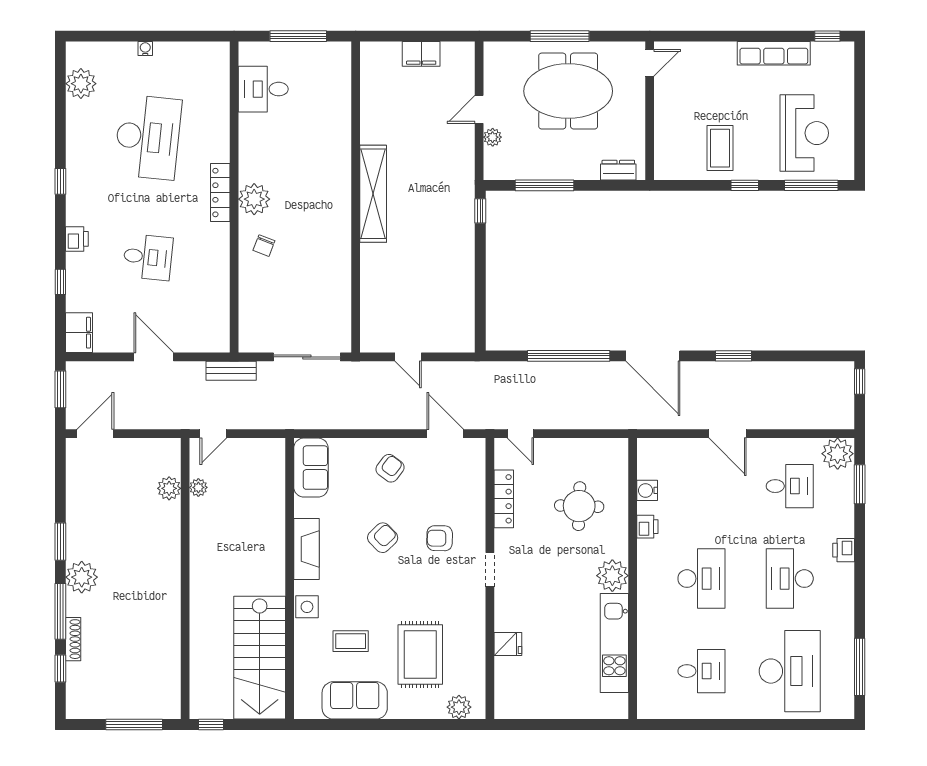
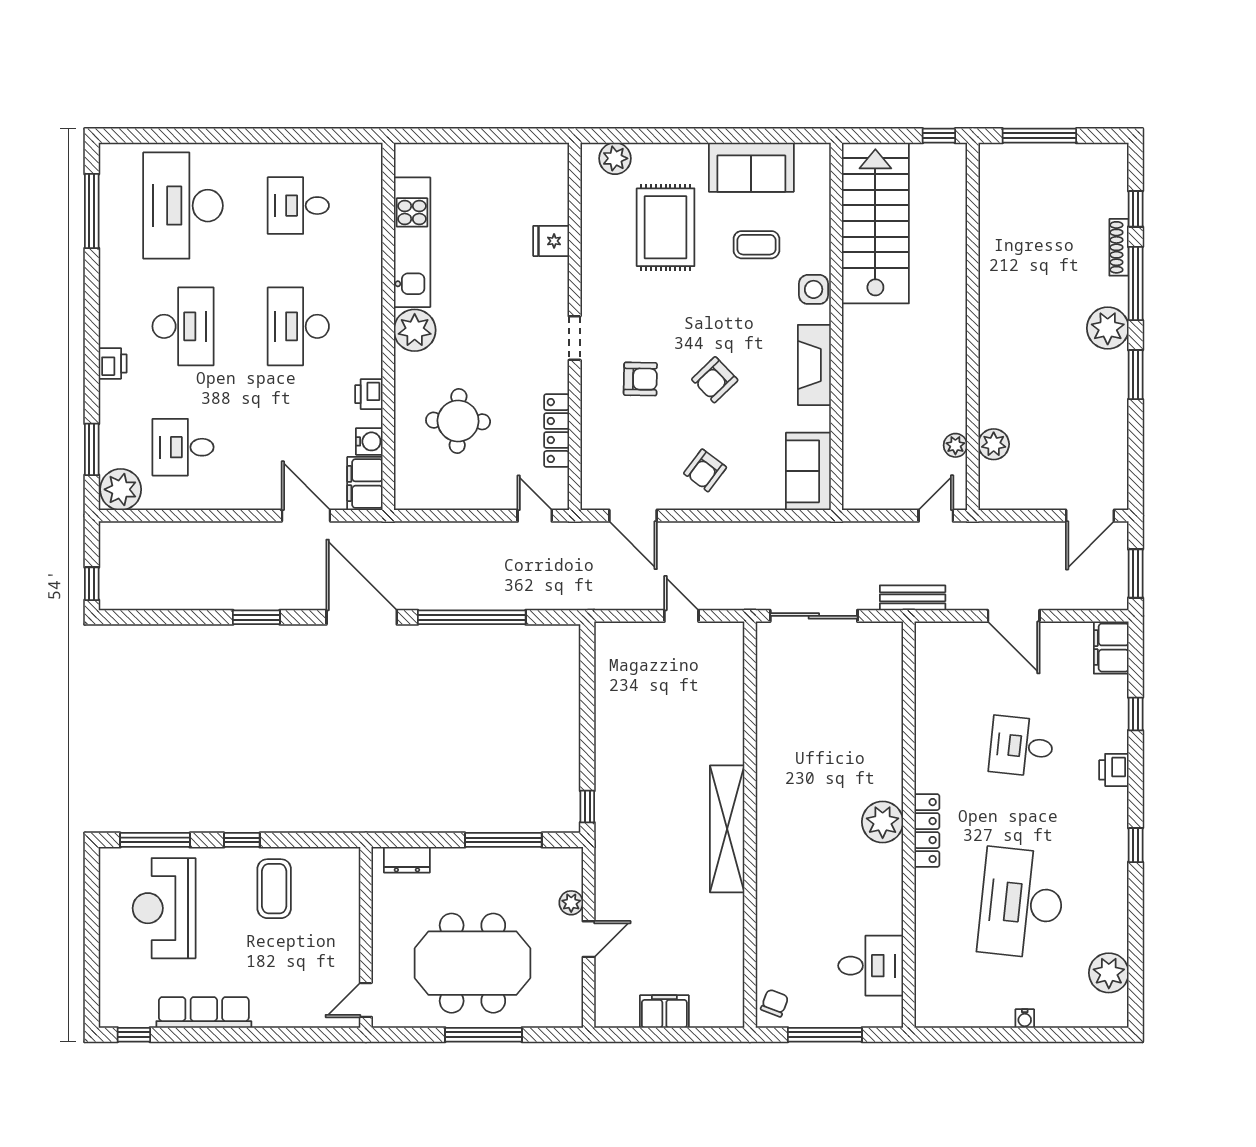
chair: (264, 246) -> (775, 1003), moved
door: (727, 434) -> (306, 516), moved
filing cabinet: (650, 458) -> (365, 484), added

